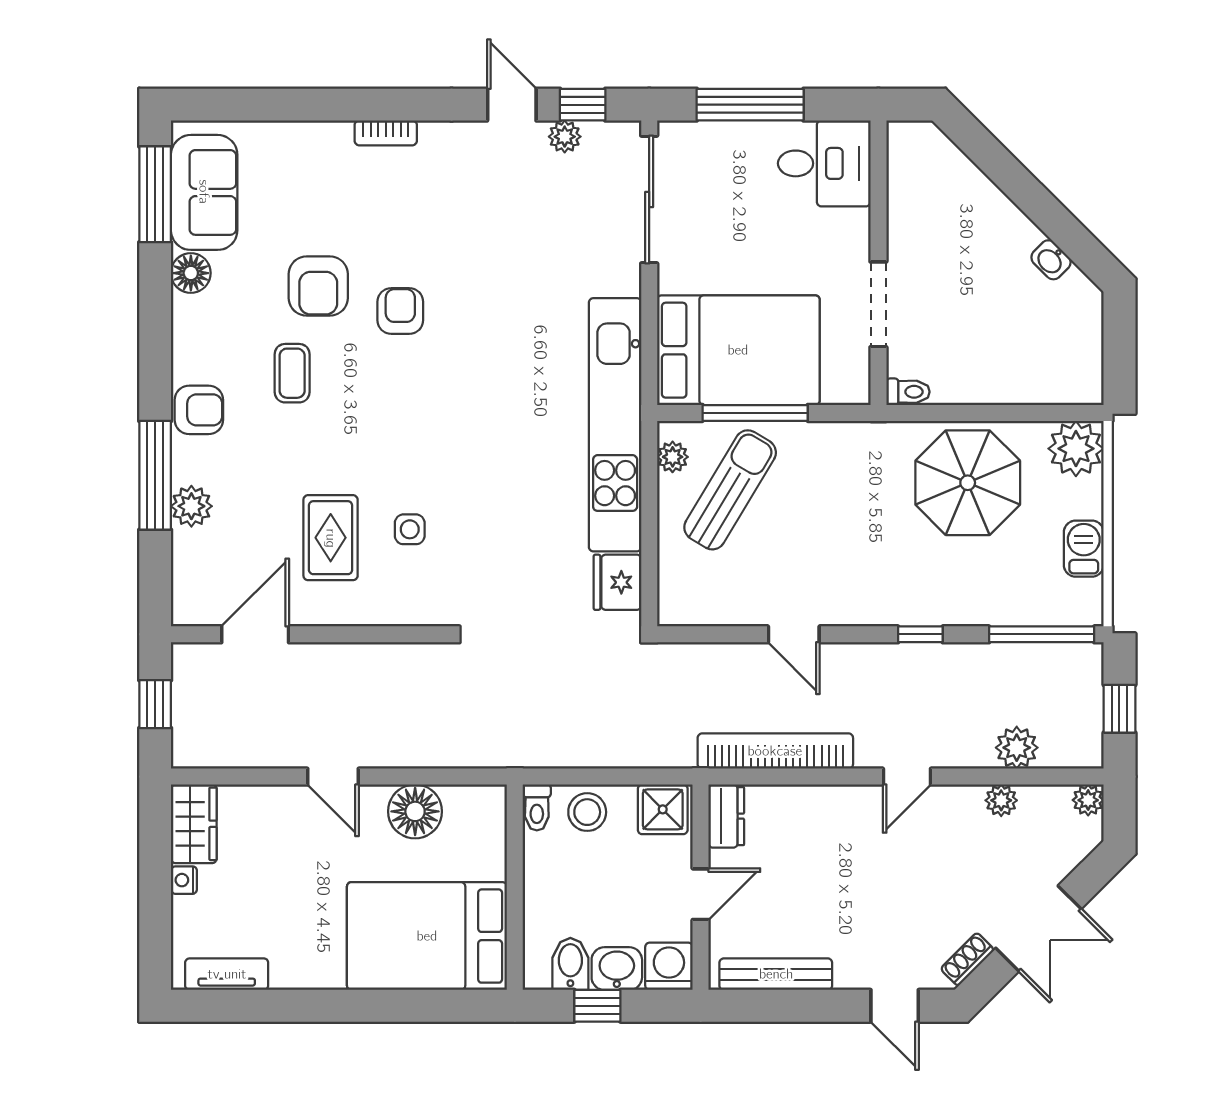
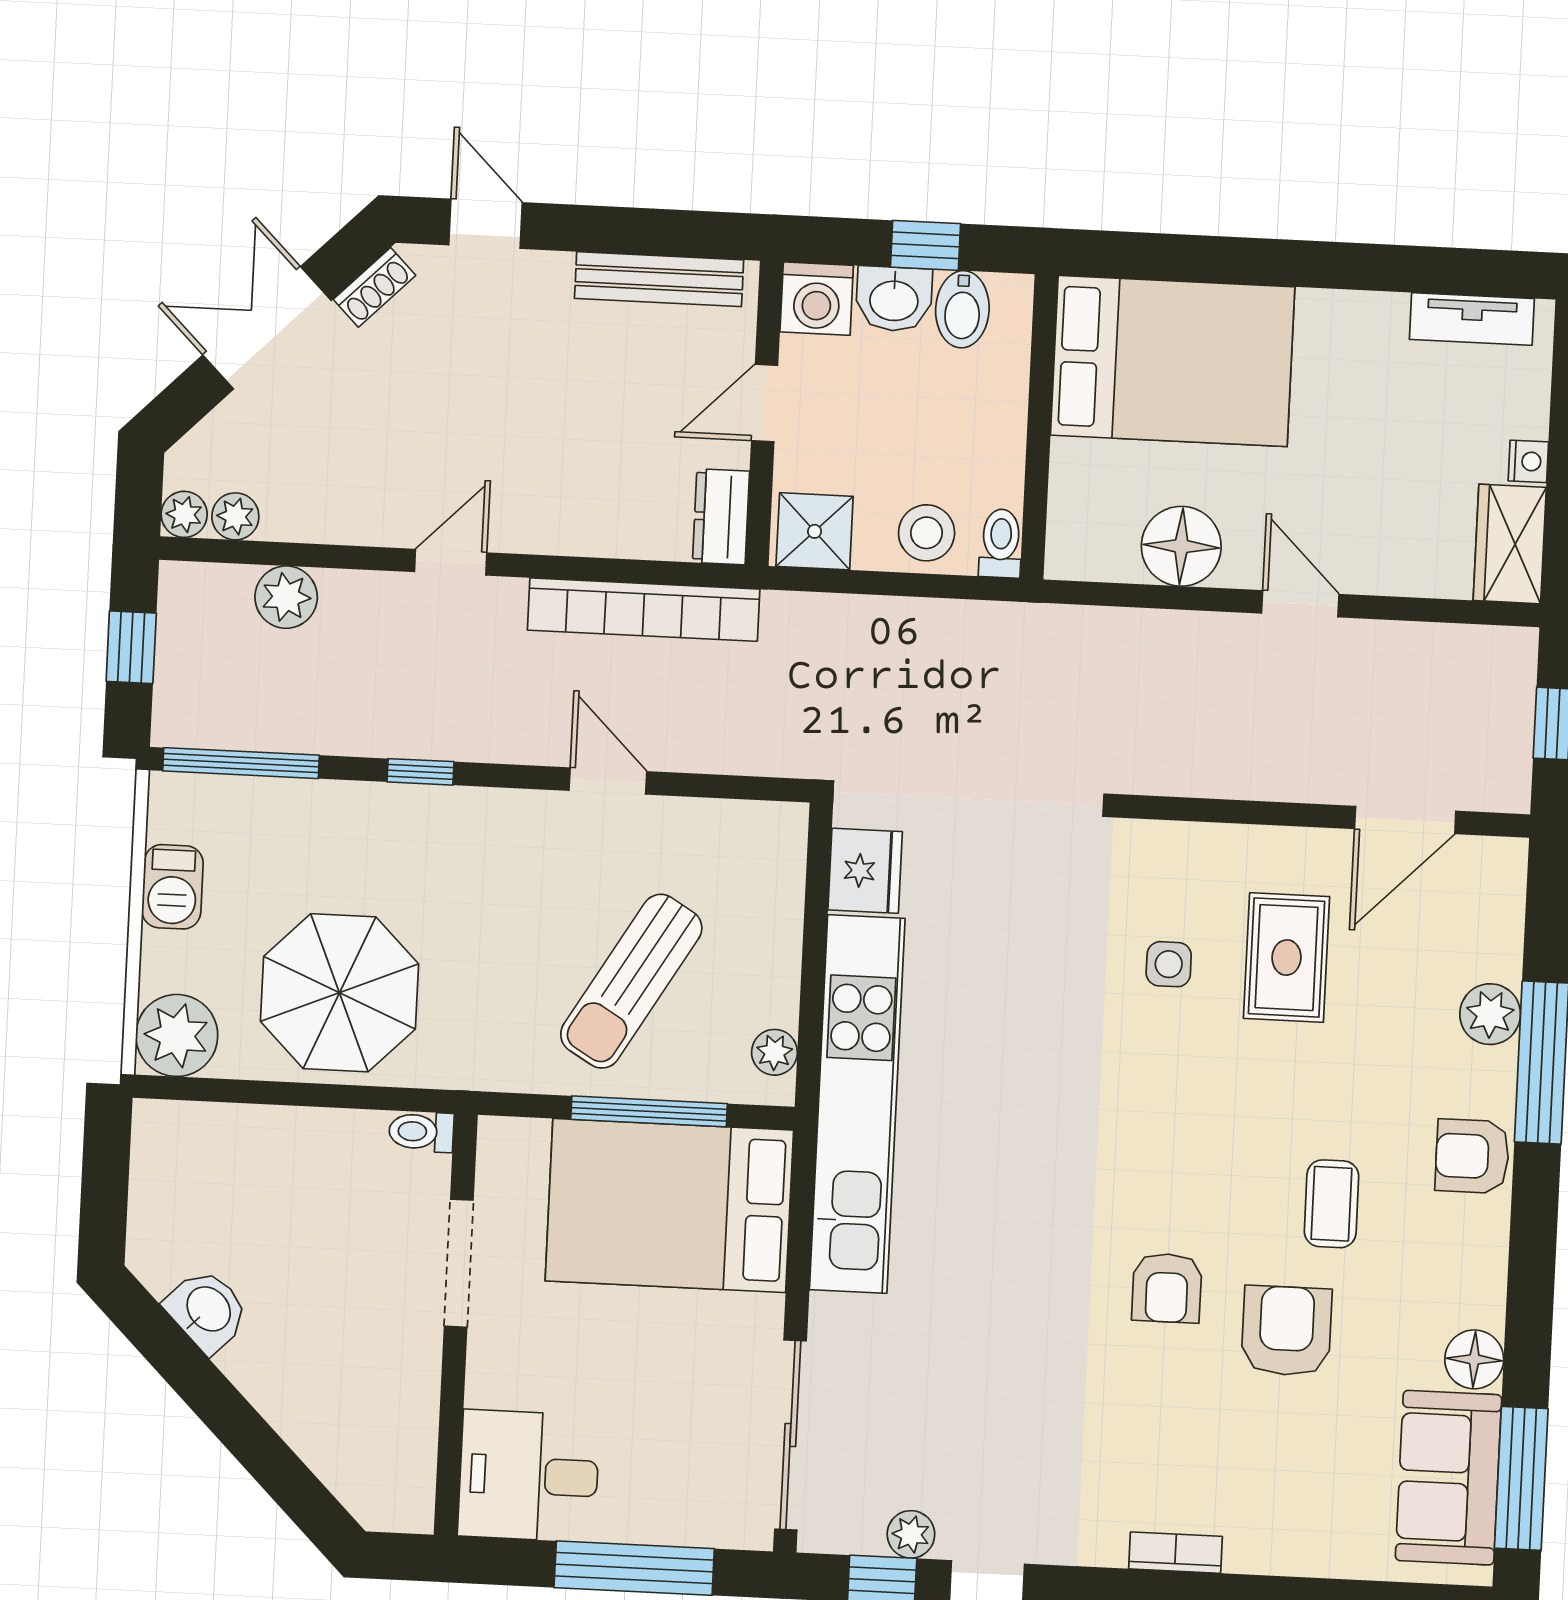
washbasin: (1051, 260) -> (207, 1310), width x1.38, depth x1.45
sun lounger: (730, 490) -> (631, 981), moved
plant: (1001, 800) -> (235, 516), moved

